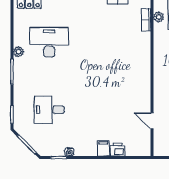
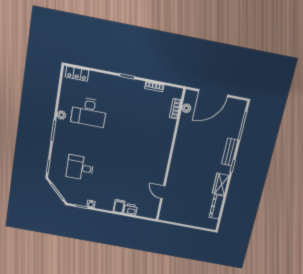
desk: (49, 42) -> (89, 112), turned 180

